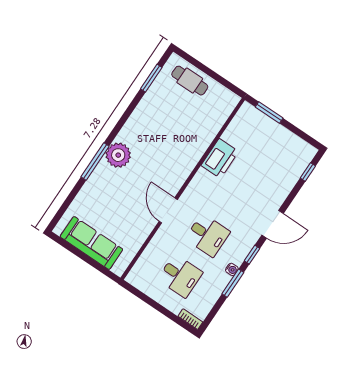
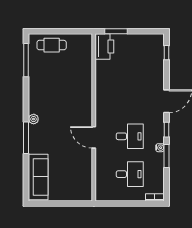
window: (151, 78) -> (26, 60), width x1.44
plant: (118, 155) -> (34, 119), width x0.53, depth x0.53
printer: (220, 158) -> (104, 46), moved
sofa: (91, 243) -> (38, 177), moved, turned 90

